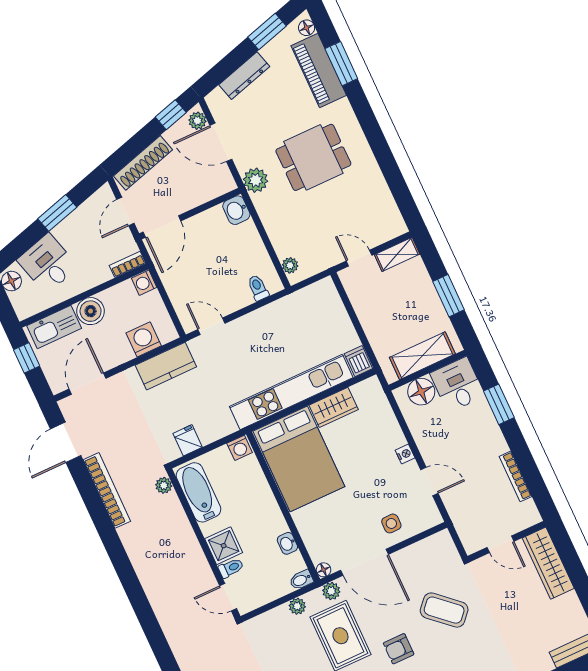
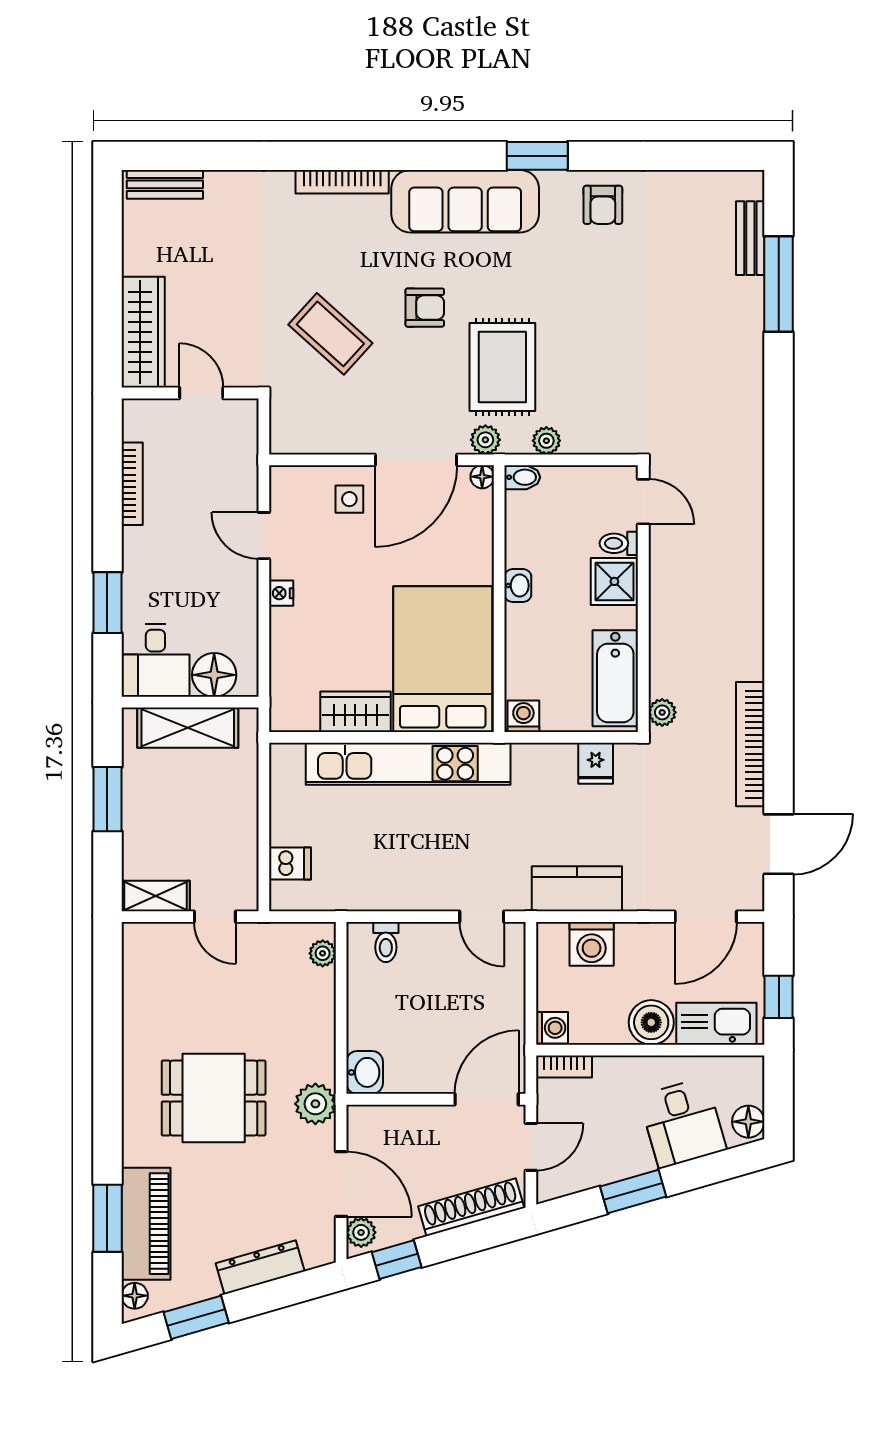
dishwasher: (358, 361) -> (290, 863), moved, turned -90
washbasin: (287, 543) -> (518, 586), moved
door: (365, 562) -> (416, 460), swing flipped

